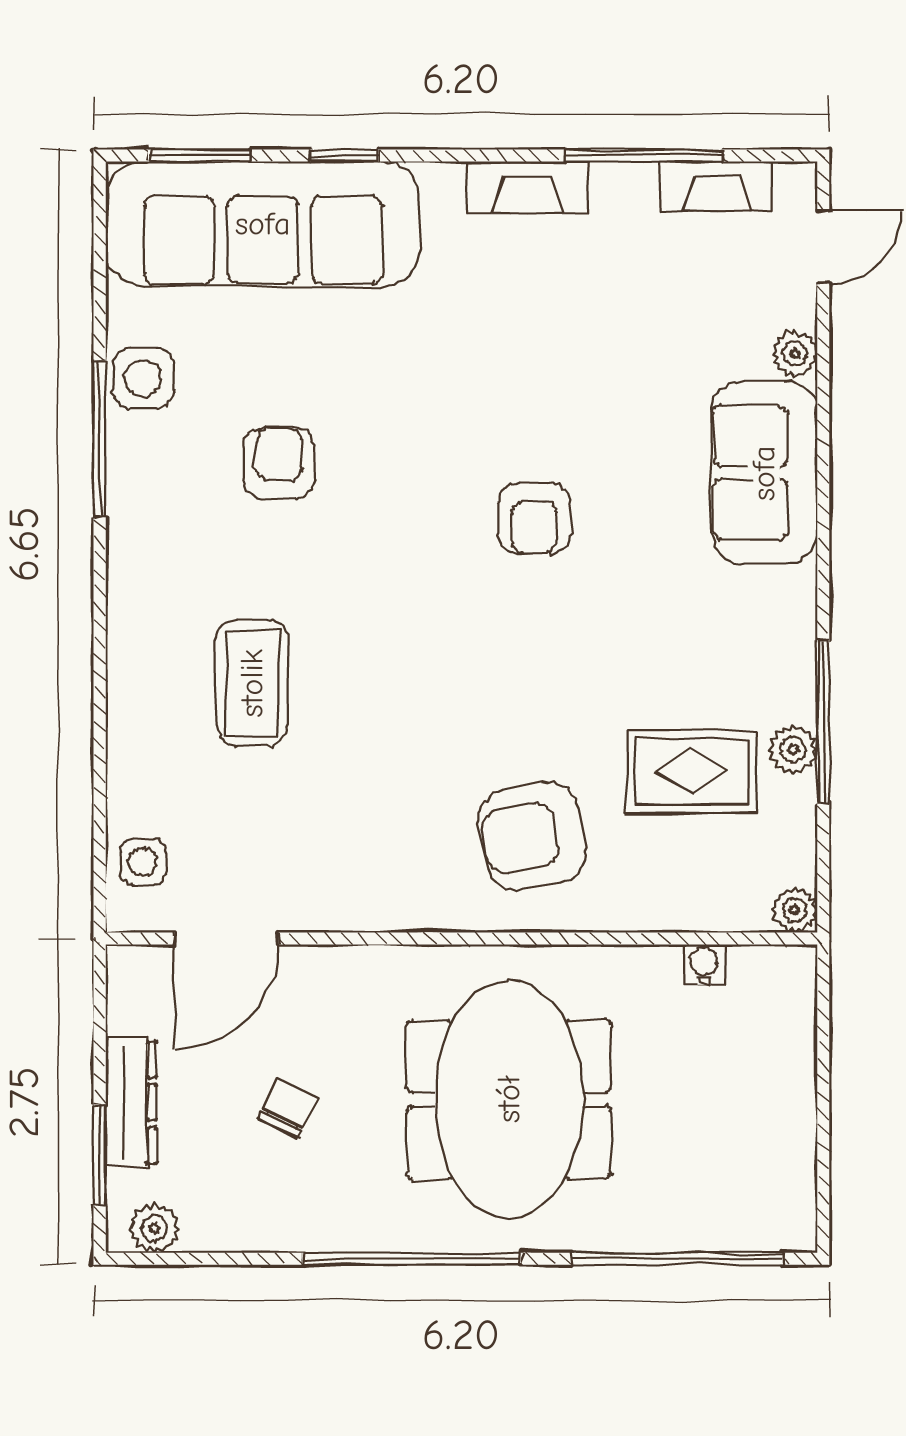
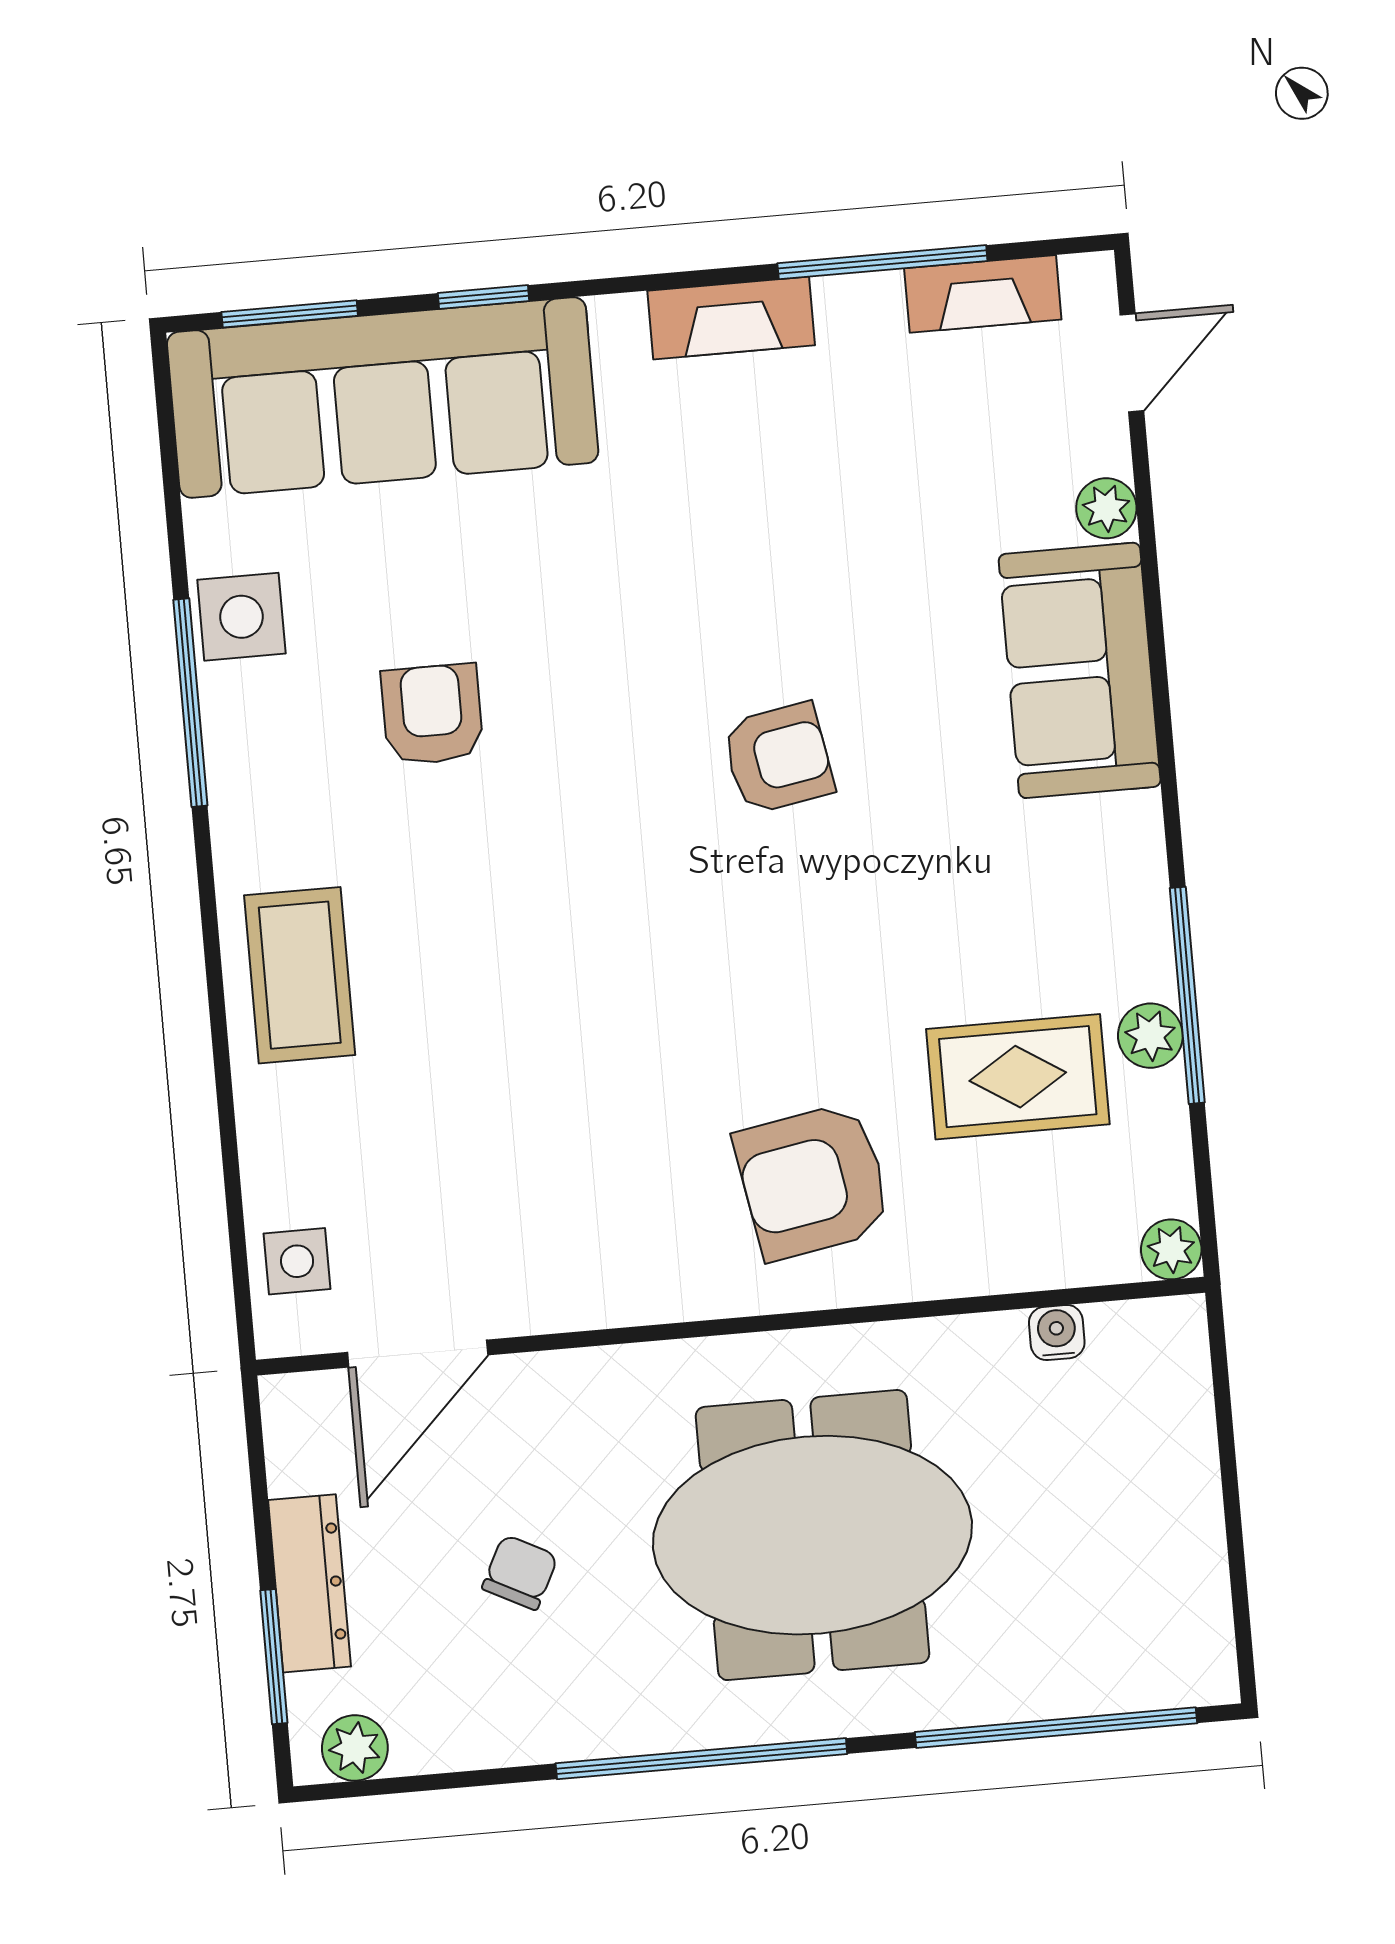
armchair: (534, 518) -> (778, 758), turned -100
coffee table: (252, 683) -> (300, 975), moved
meeting table: (509, 1099) -> (812, 1535), turned 90

